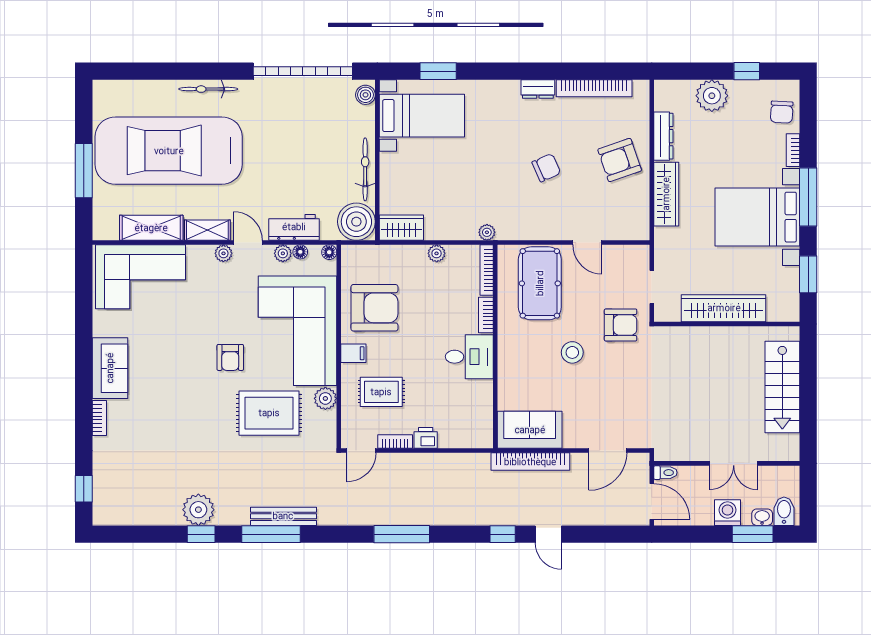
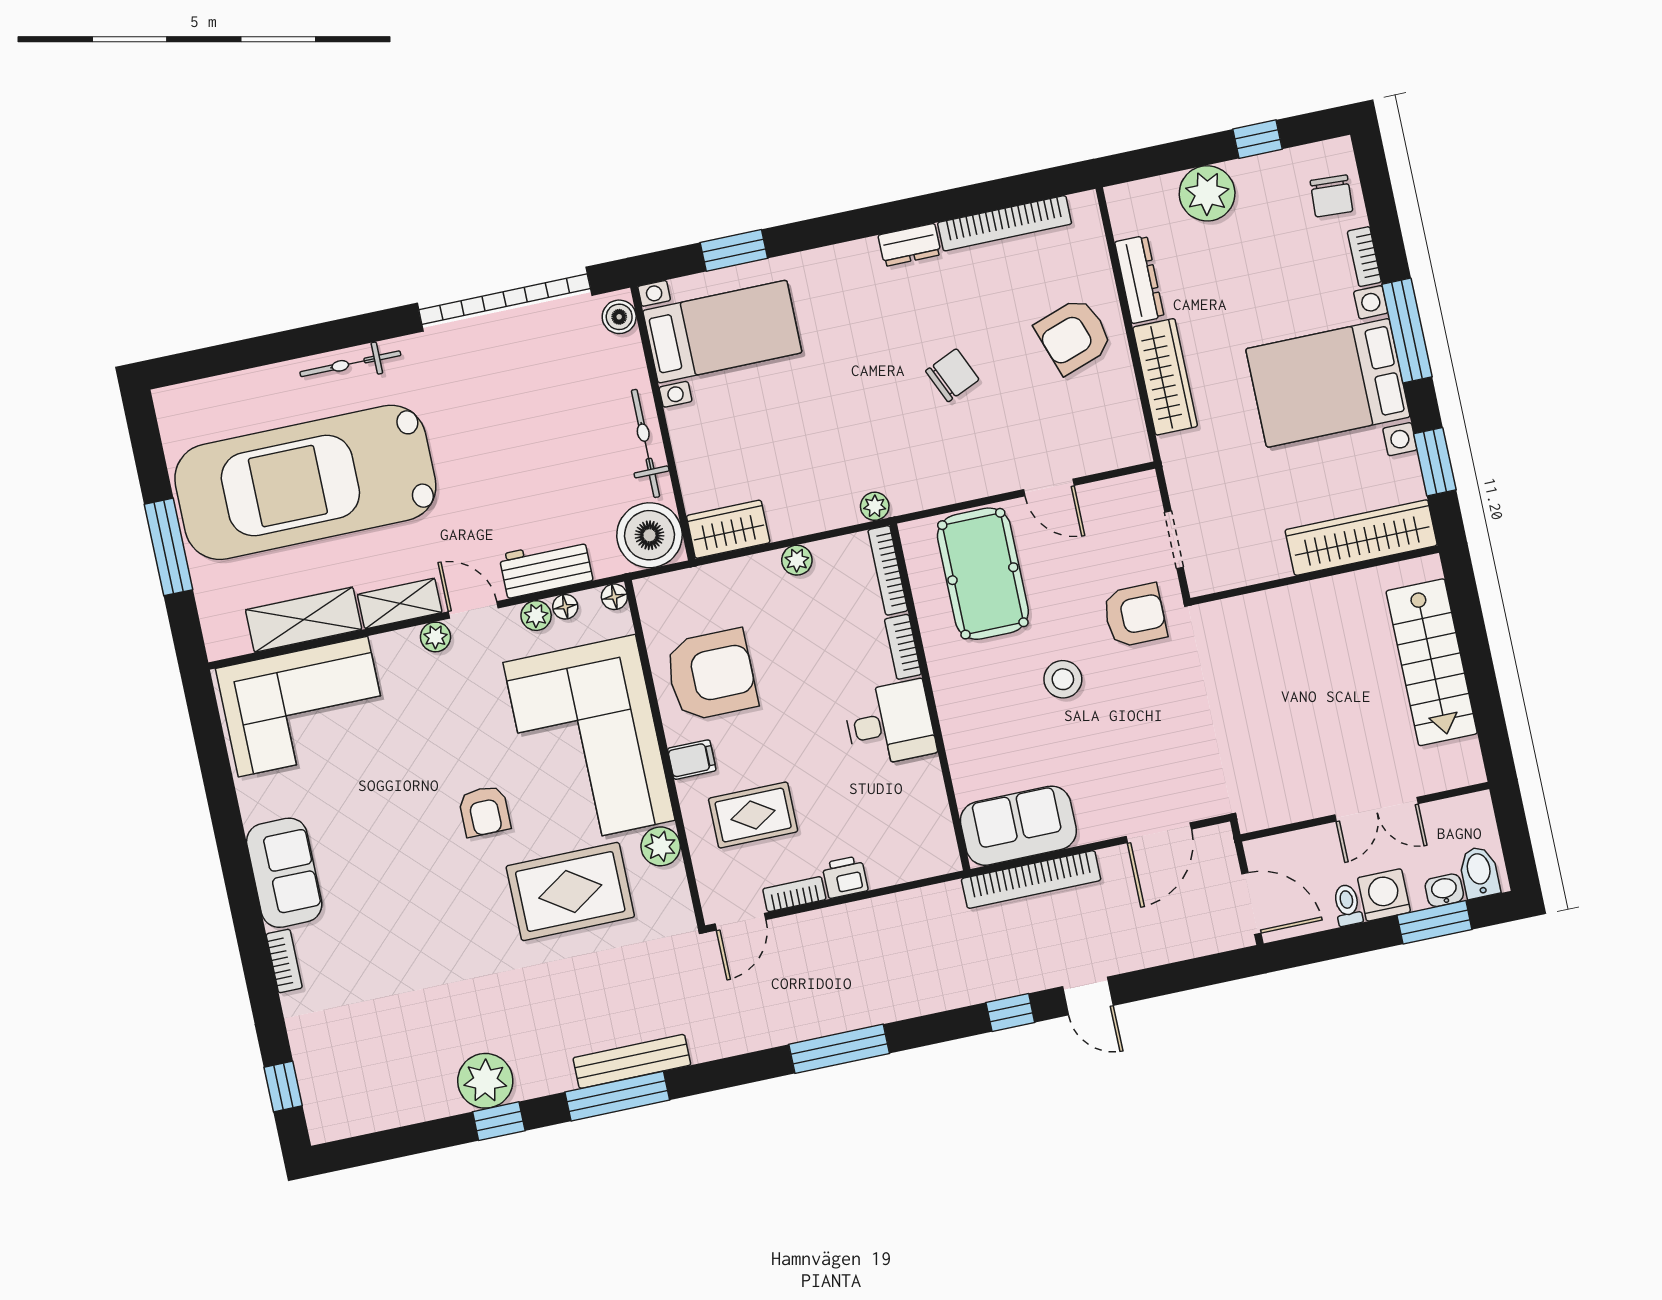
wardrobe: (724, 308) -> (1361, 538), moved
toilet: (665, 473) -> (1348, 905), moved, turned -90

